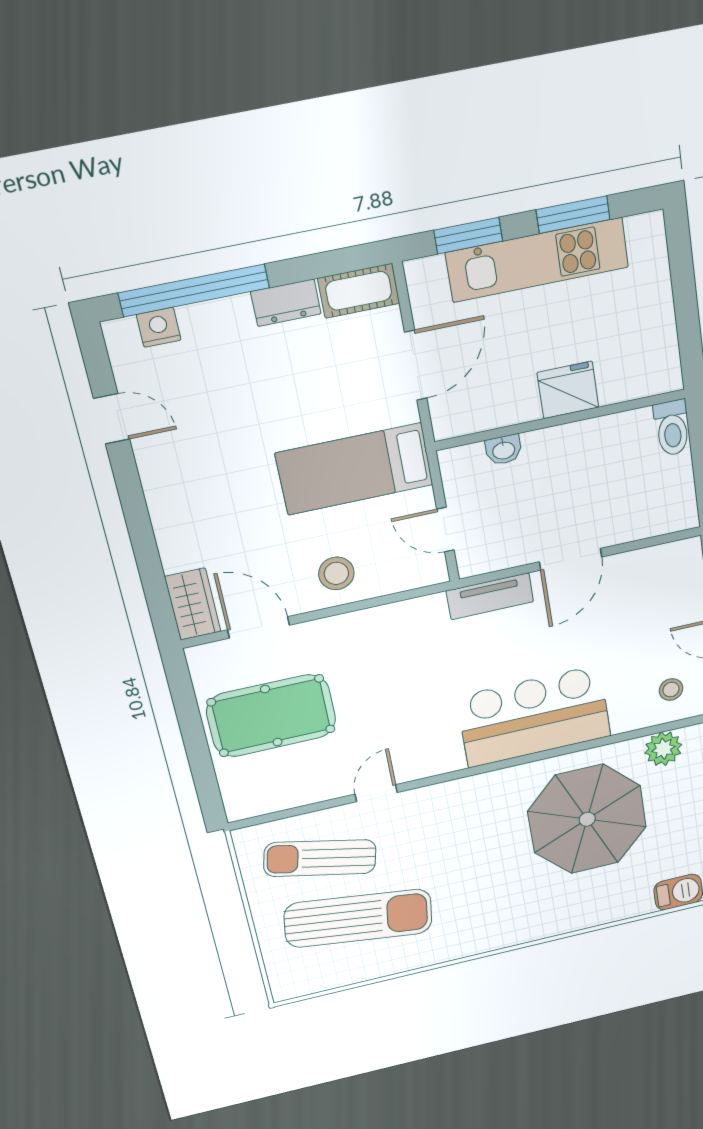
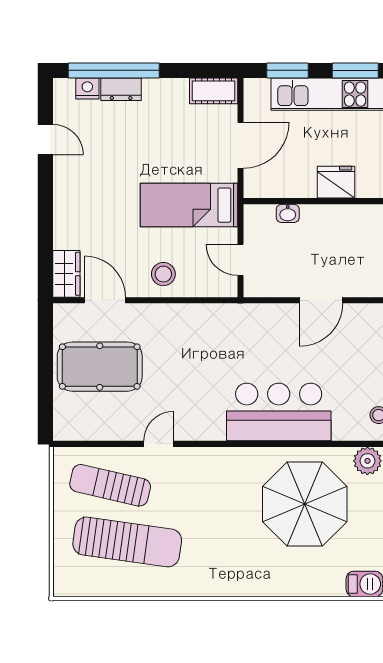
dresser: (286, 303) -> (121, 89), moved
tv unit: (490, 596) -> (262, 314), removed

